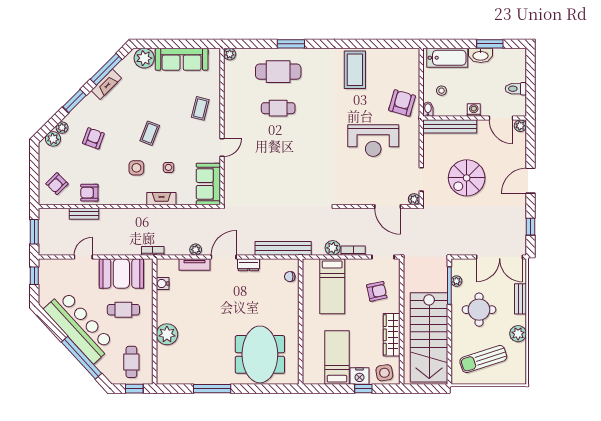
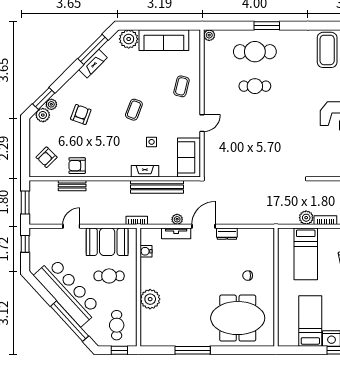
window: (74, 101) -> (44, 99), moved
side table: (136, 168) -> (121, 142), removed
bench: (283, 248) -> (157, 187), moved
chair: (290, 277) -> (248, 276), moved
meeting table: (260, 354) -> (238, 318), turned 90

